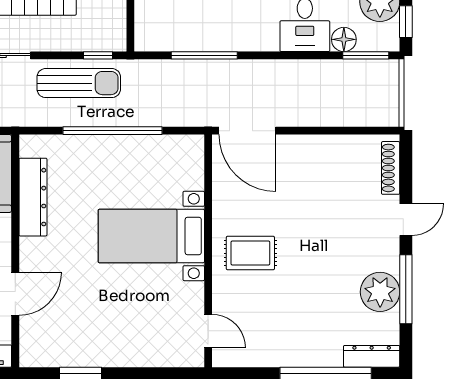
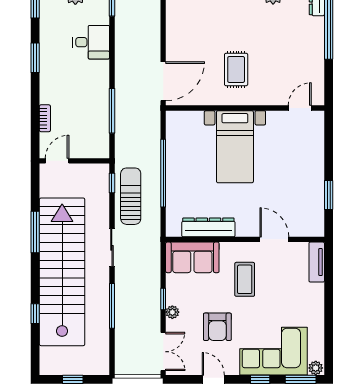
floor lamp: (344, 39) -> (101, 16), removed
rug: (250, 253) -> (236, 69), moved

